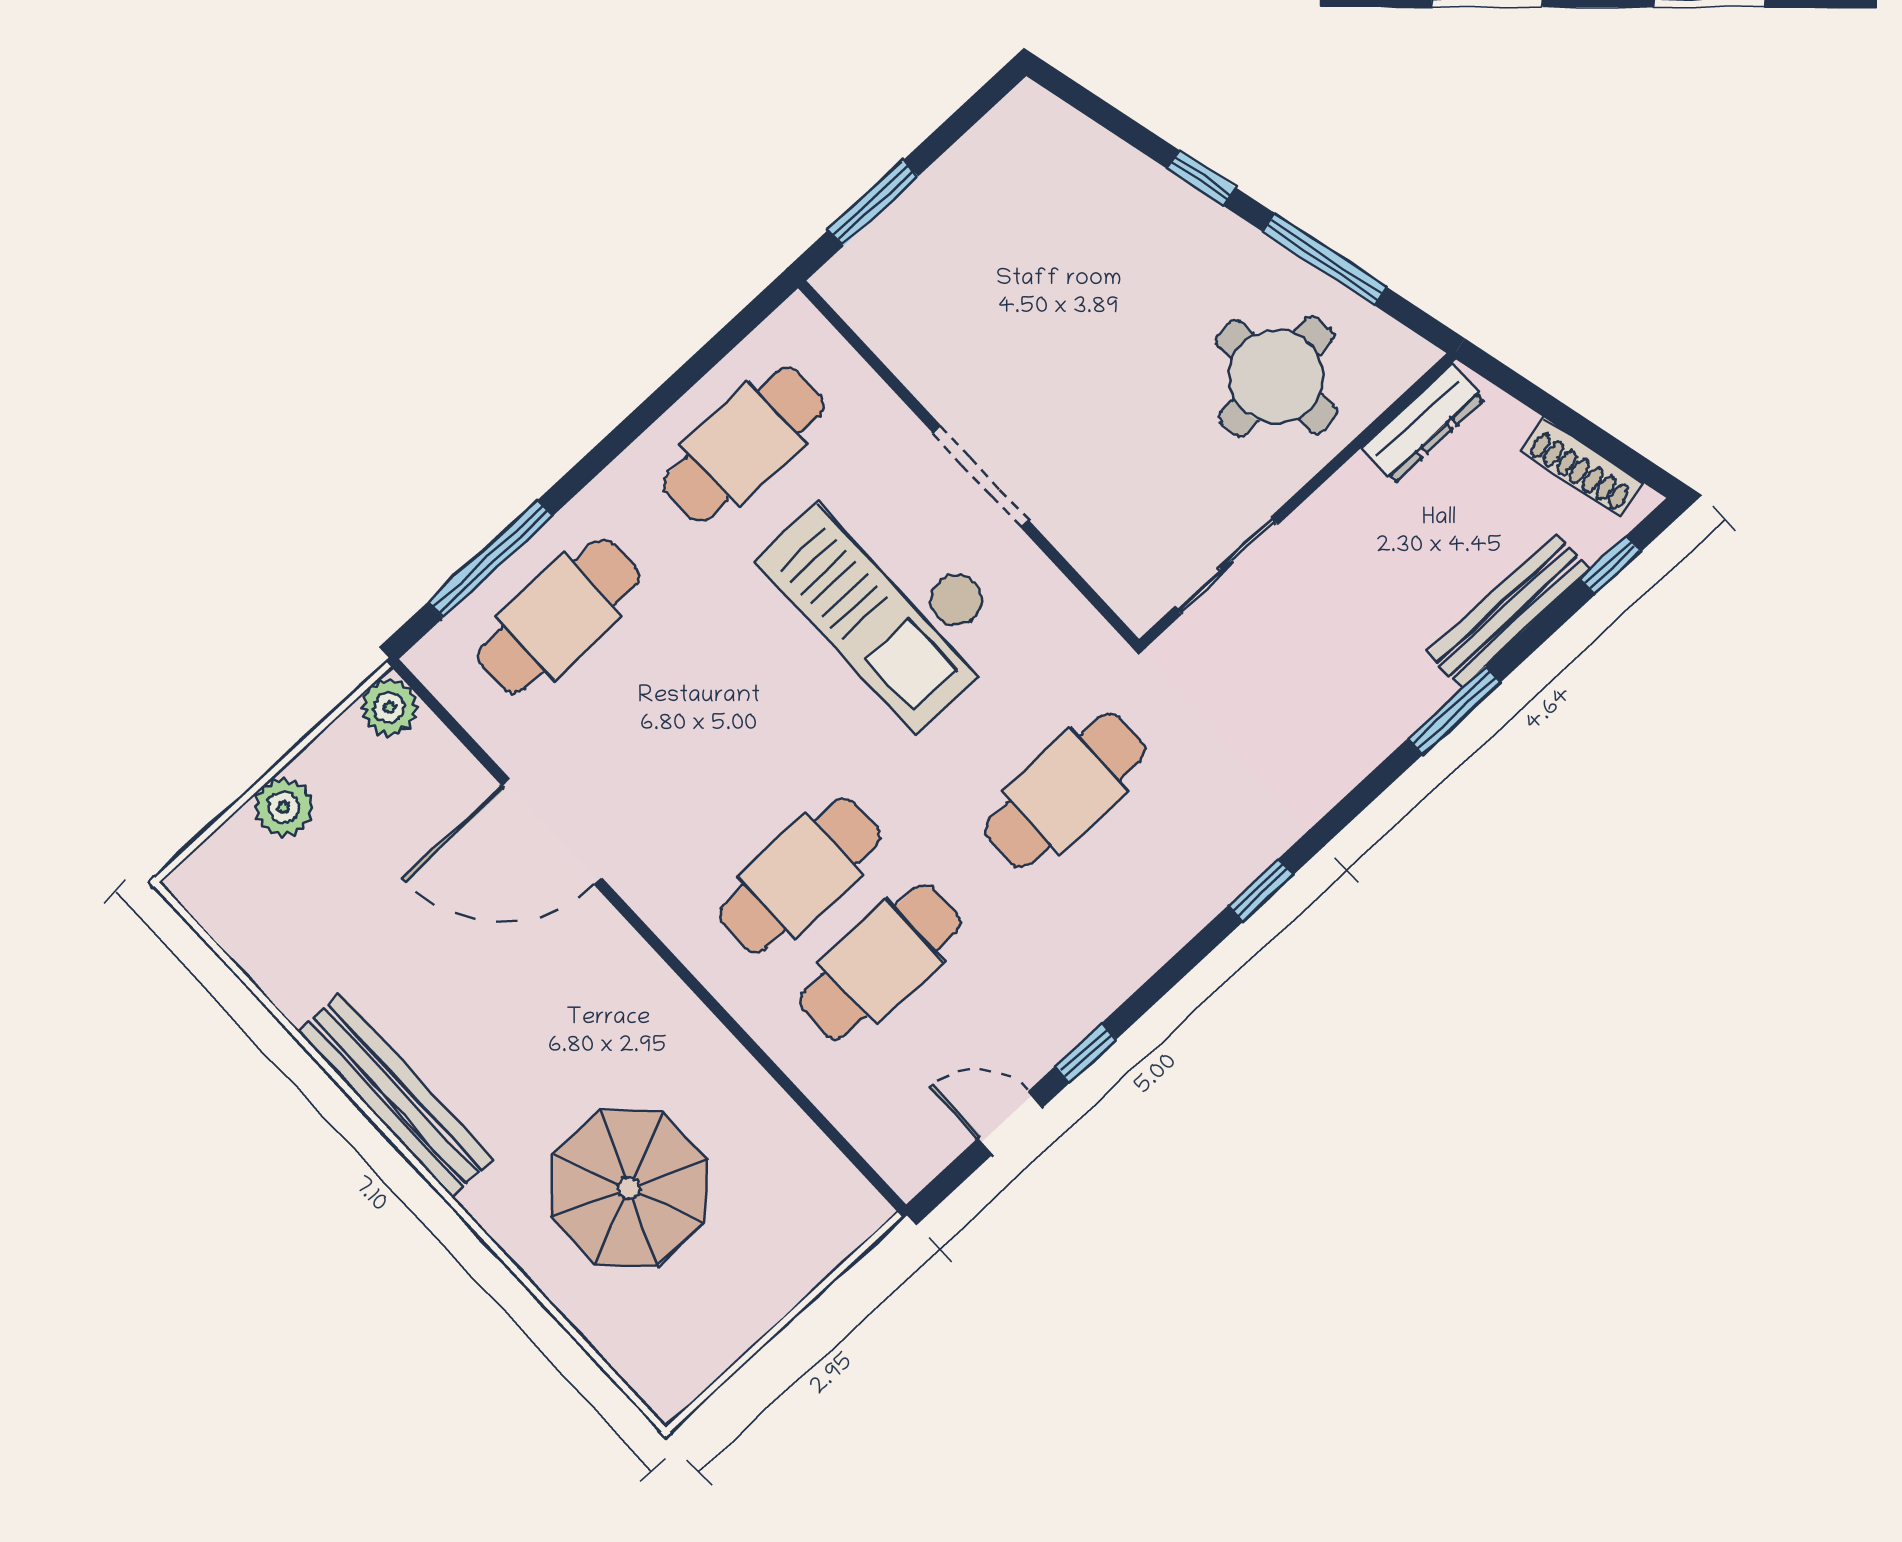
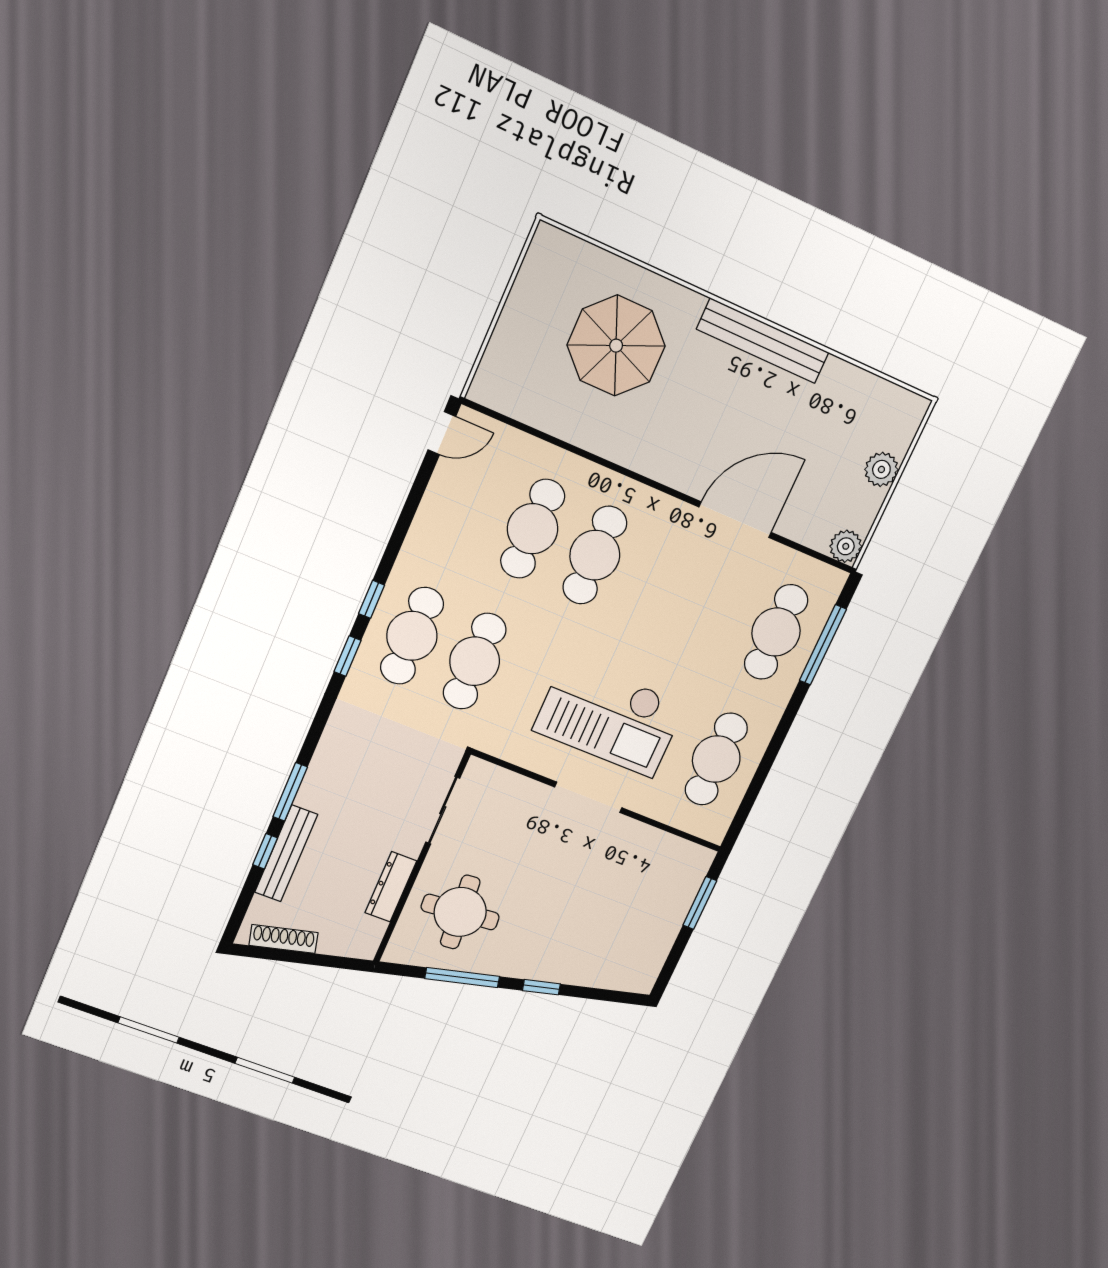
dresser: (1423, 424) -> (391, 887), moved
window: (1610, 565) -> (265, 851), moved
checkout: (889, 597) -> (609, 717), turned 180
cafe table: (1145, 877) -> (412, 636), added
window: (1086, 1053) -> (372, 599), moved
door: (1010, 1123) -> (442, 433), moved

